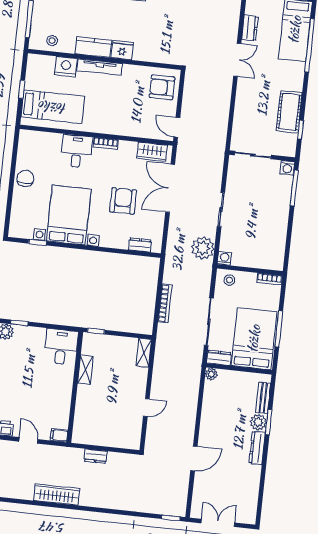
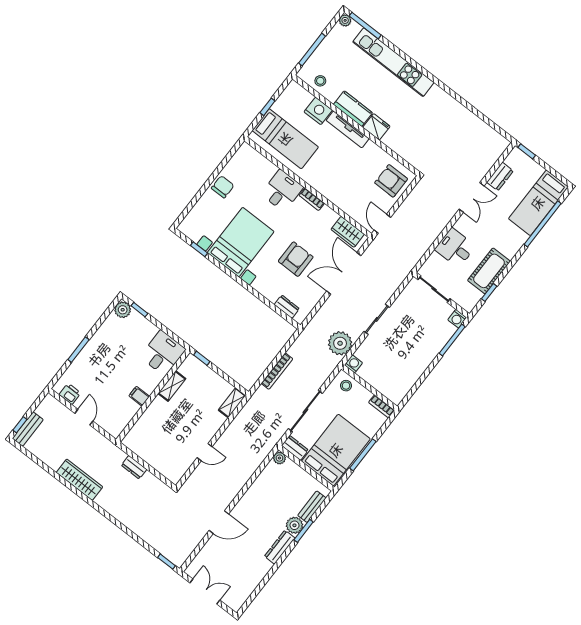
desk: (249, 110) -> (455, 248), added
filing cabinet: (59, 435) -> (139, 396), moved

